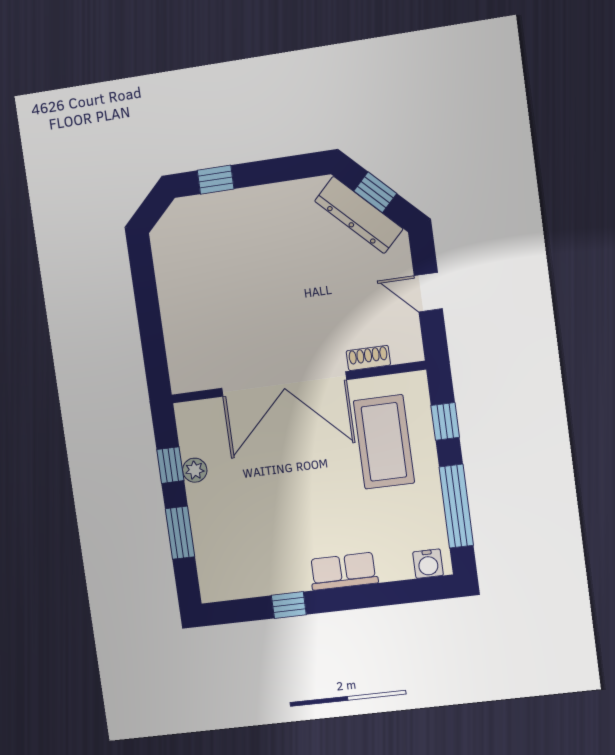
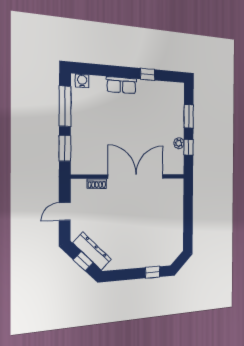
door: (428, 292) -> (65, 211), swing flipped
window: (445, 421) -> (65, 148), width x1.50
coffee table: (384, 442) -> (95, 143), removed

